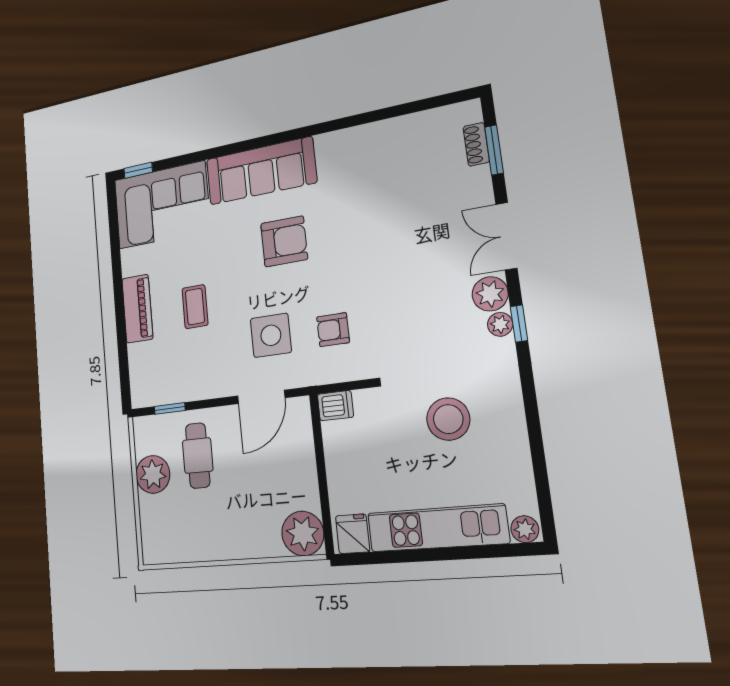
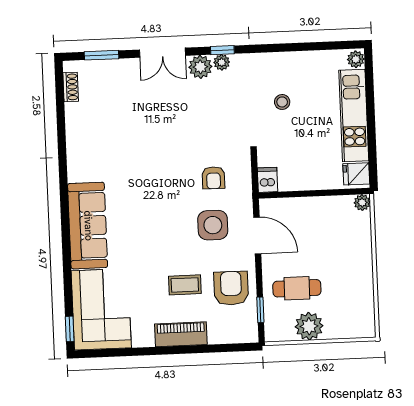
shoe rack: (476, 144) -> (71, 87), moved, turned -90
armchair: (284, 241) -> (231, 288), moved
stool: (448, 419) -> (282, 102), width x0.53, depth x0.53
plant: (303, 533) -> (362, 203), width x0.53, depth x0.53

